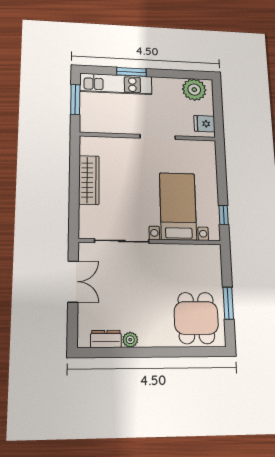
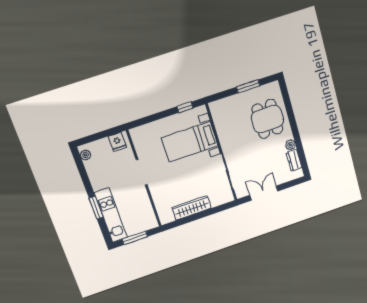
plant: (194, 90) -> (86, 155), width x0.53, depth x0.53
dining table: (196, 318) -> (267, 119), moved, turned 90

